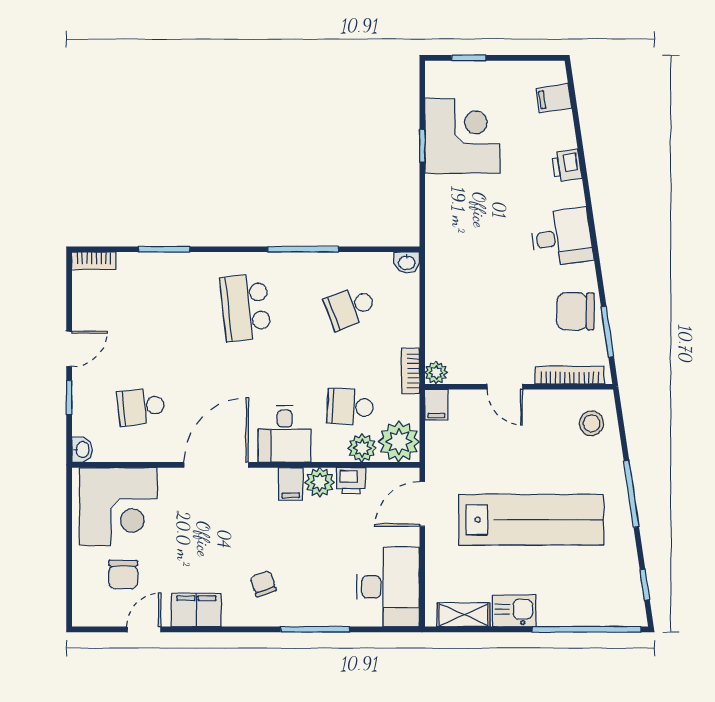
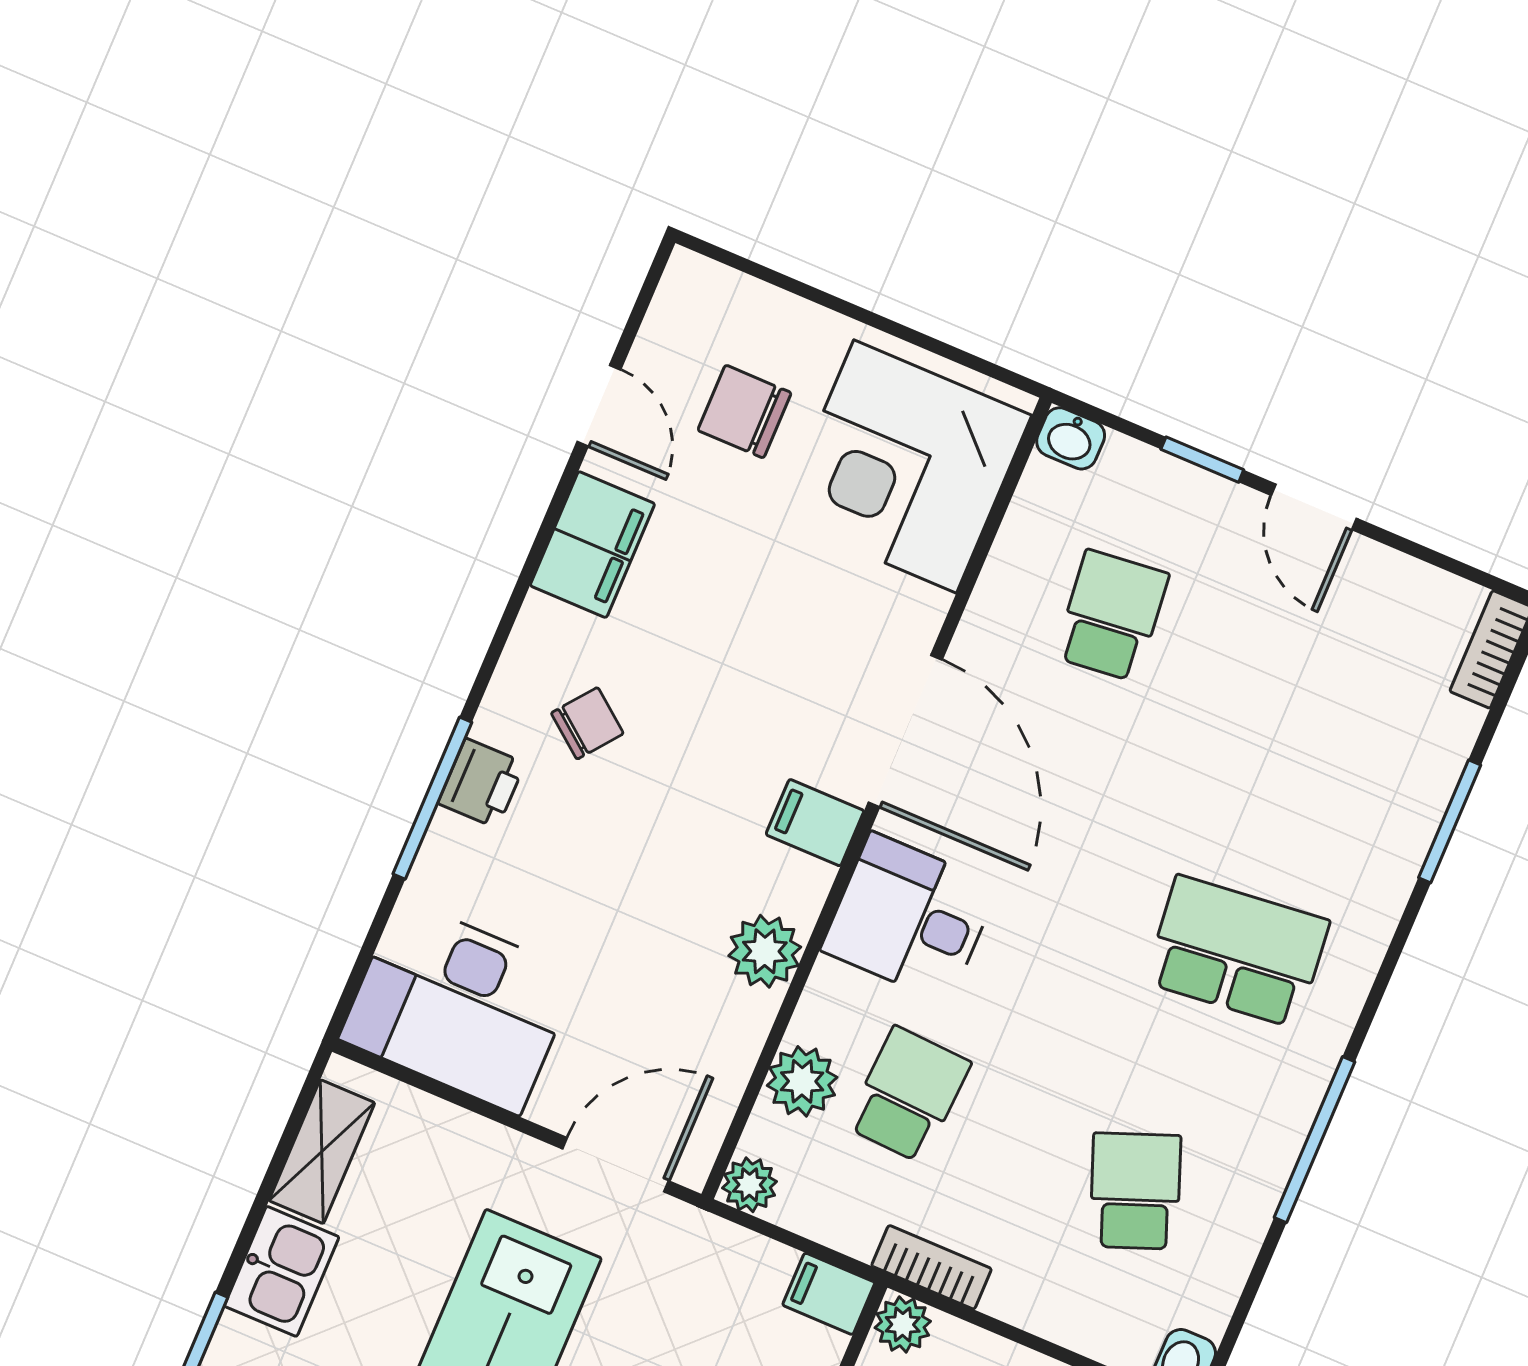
plant: (399, 442) -> (750, 1185), width x0.53, depth x0.53
printer: (351, 481) -> (481, 783), moved, turned 180
filing cabinet: (291, 484) -> (815, 823), moved
door: (422, 504) -> (616, 1165), hinge flipped
chair: (263, 584) -> (587, 723), turned -34

